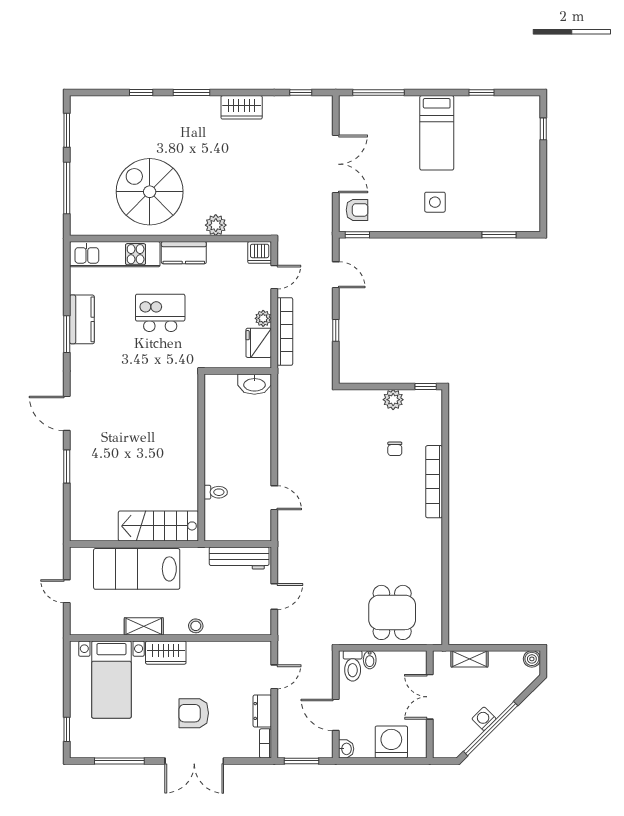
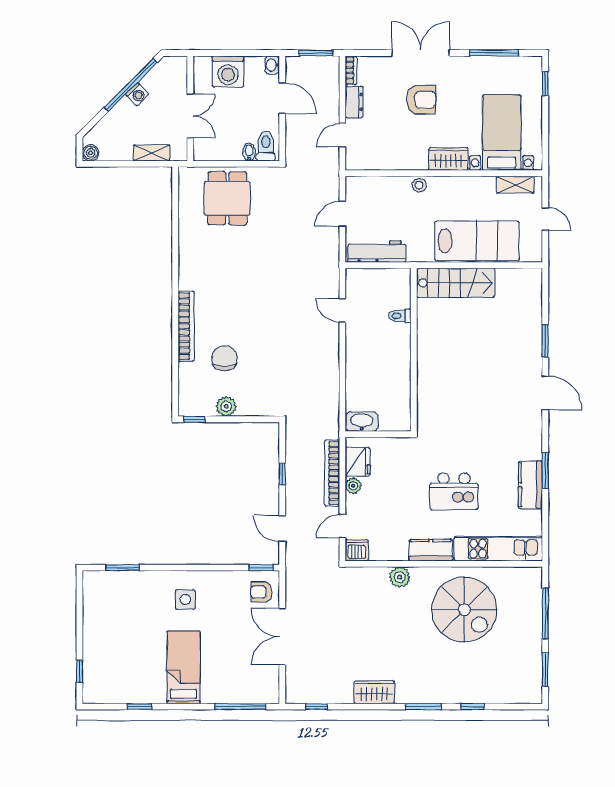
chair: (395, 449) -> (225, 358), width x1.87, depth x1.87
shelving: (144, 626) -> (515, 185), moved

